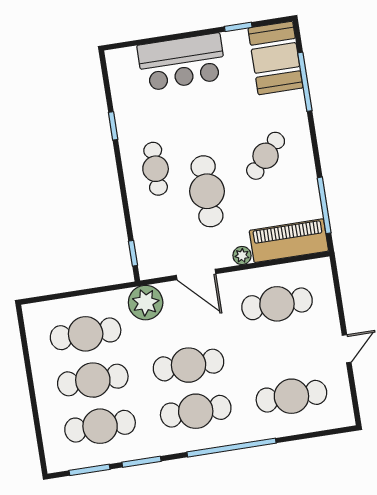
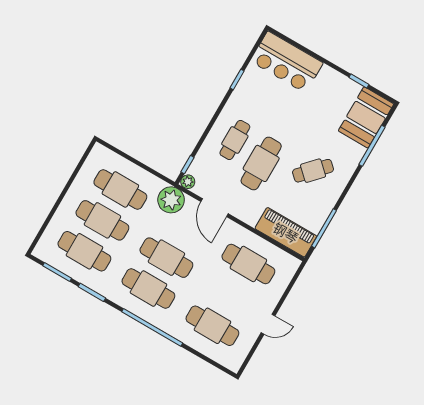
bar counter: (182, 62) -> (287, 62), moved
cafe table: (156, 169) -> (235, 140), moved
plant: (242, 256) -> (188, 182), moved

